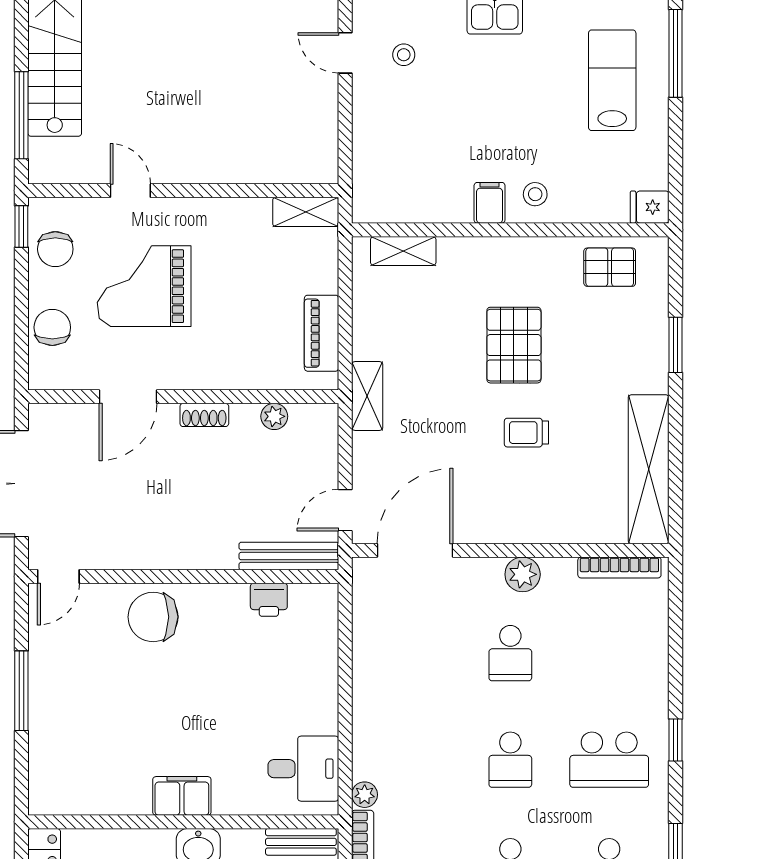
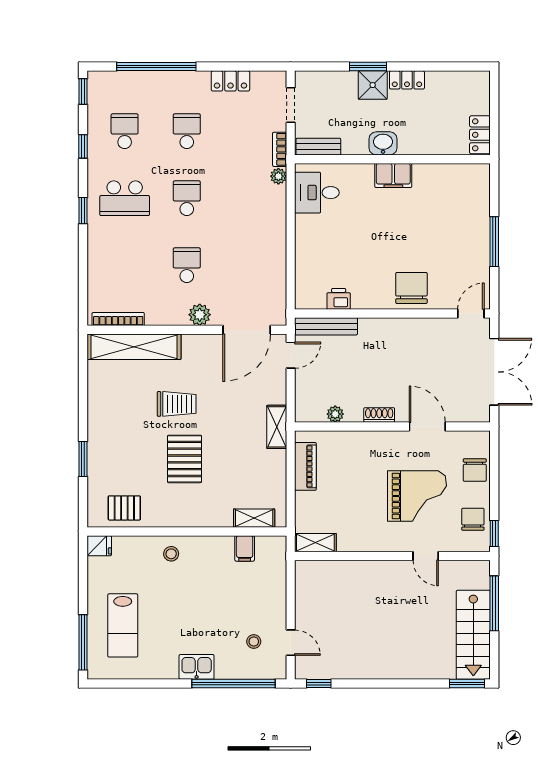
filing cabinet: (490, 203) -> (245, 548), moved
door: (128, 397) -> (427, 427), hinge flipped
trolley: (526, 433) -> (177, 404), width x1.36, depth x1.39
shelving: (649, 469) -> (134, 347), moved, turned 90
plant: (523, 574) -> (200, 315), moved
chair: (153, 617) -> (411, 288), turned -90
school desk: (609, 760) -> (125, 198), turned 180

